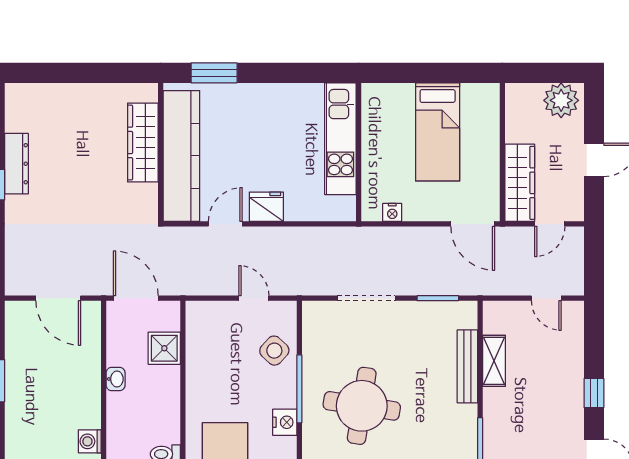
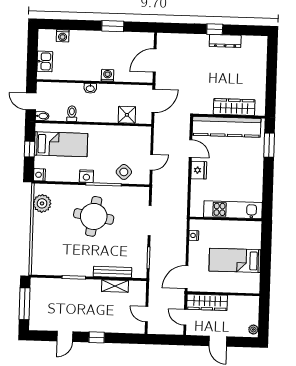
plant: (561, 100) -> (253, 329), width x0.53, depth x0.53
door: (546, 298) -> (147, 314), hinge flipped
washbasin: (116, 379) -> (90, 88), moved
washing machine: (90, 441) -> (108, 75), moved

